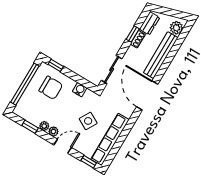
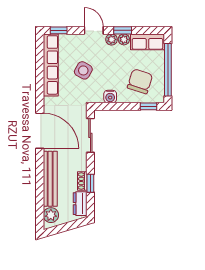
chair: (51, 88) -> (140, 81), turned 108
row of seats: (28, 114) -> (147, 42), added
window: (30, 127) -> (123, 30), moved
door: (63, 146) -> (94, 30), swing flipped

